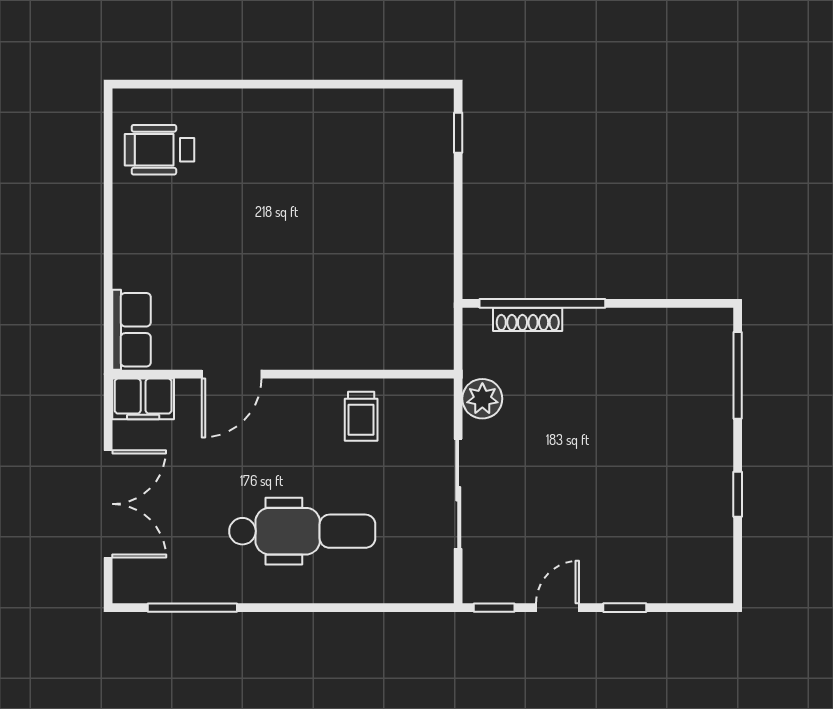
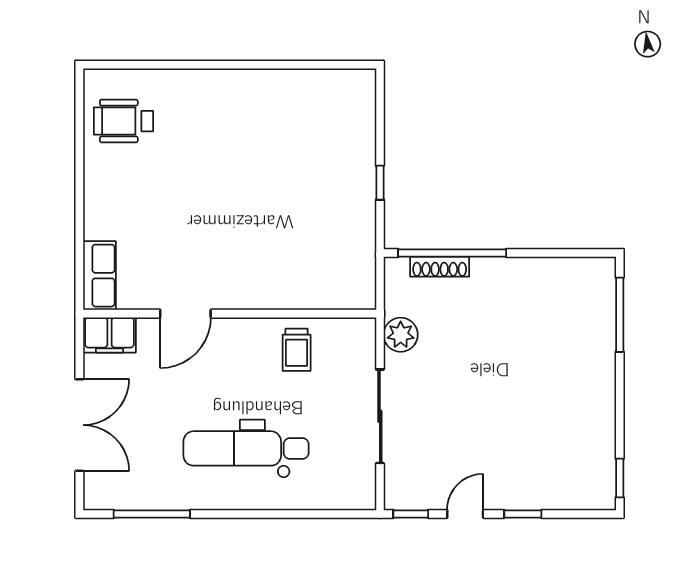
window: (458, 133) -> (380, 183), moved
window: (738, 494) -> (620, 478), moved
dental chair: (302, 531) -> (246, 448), turned 180

